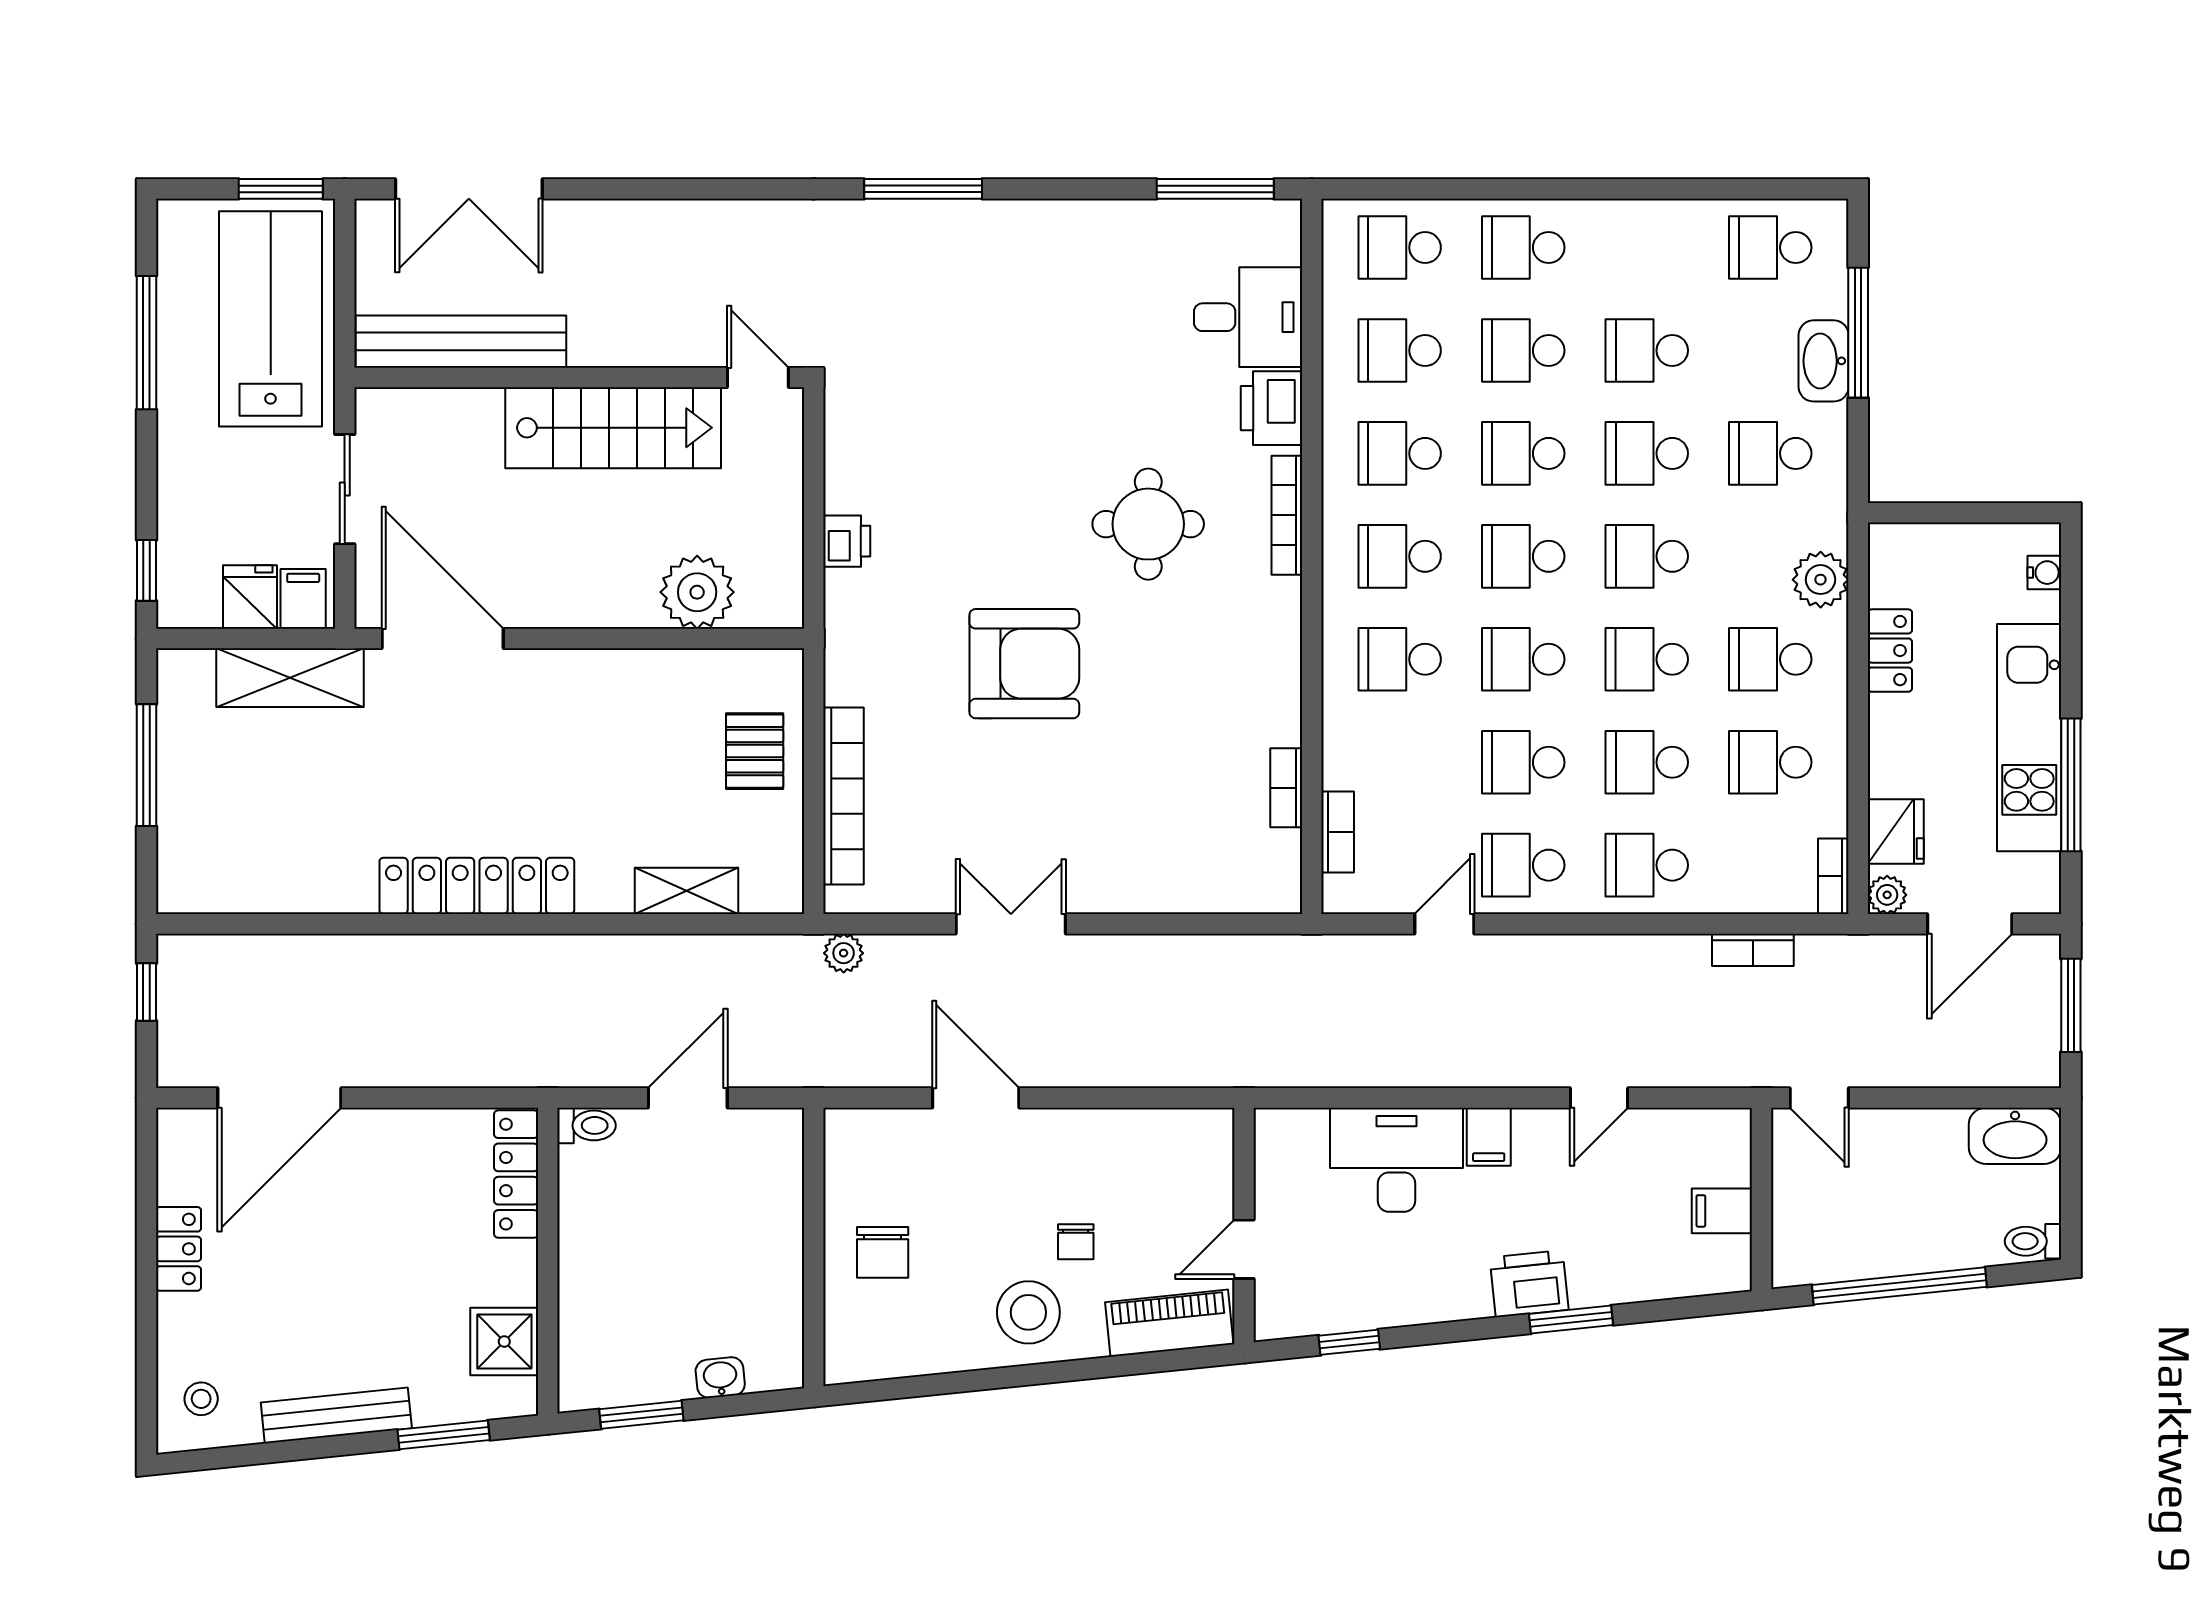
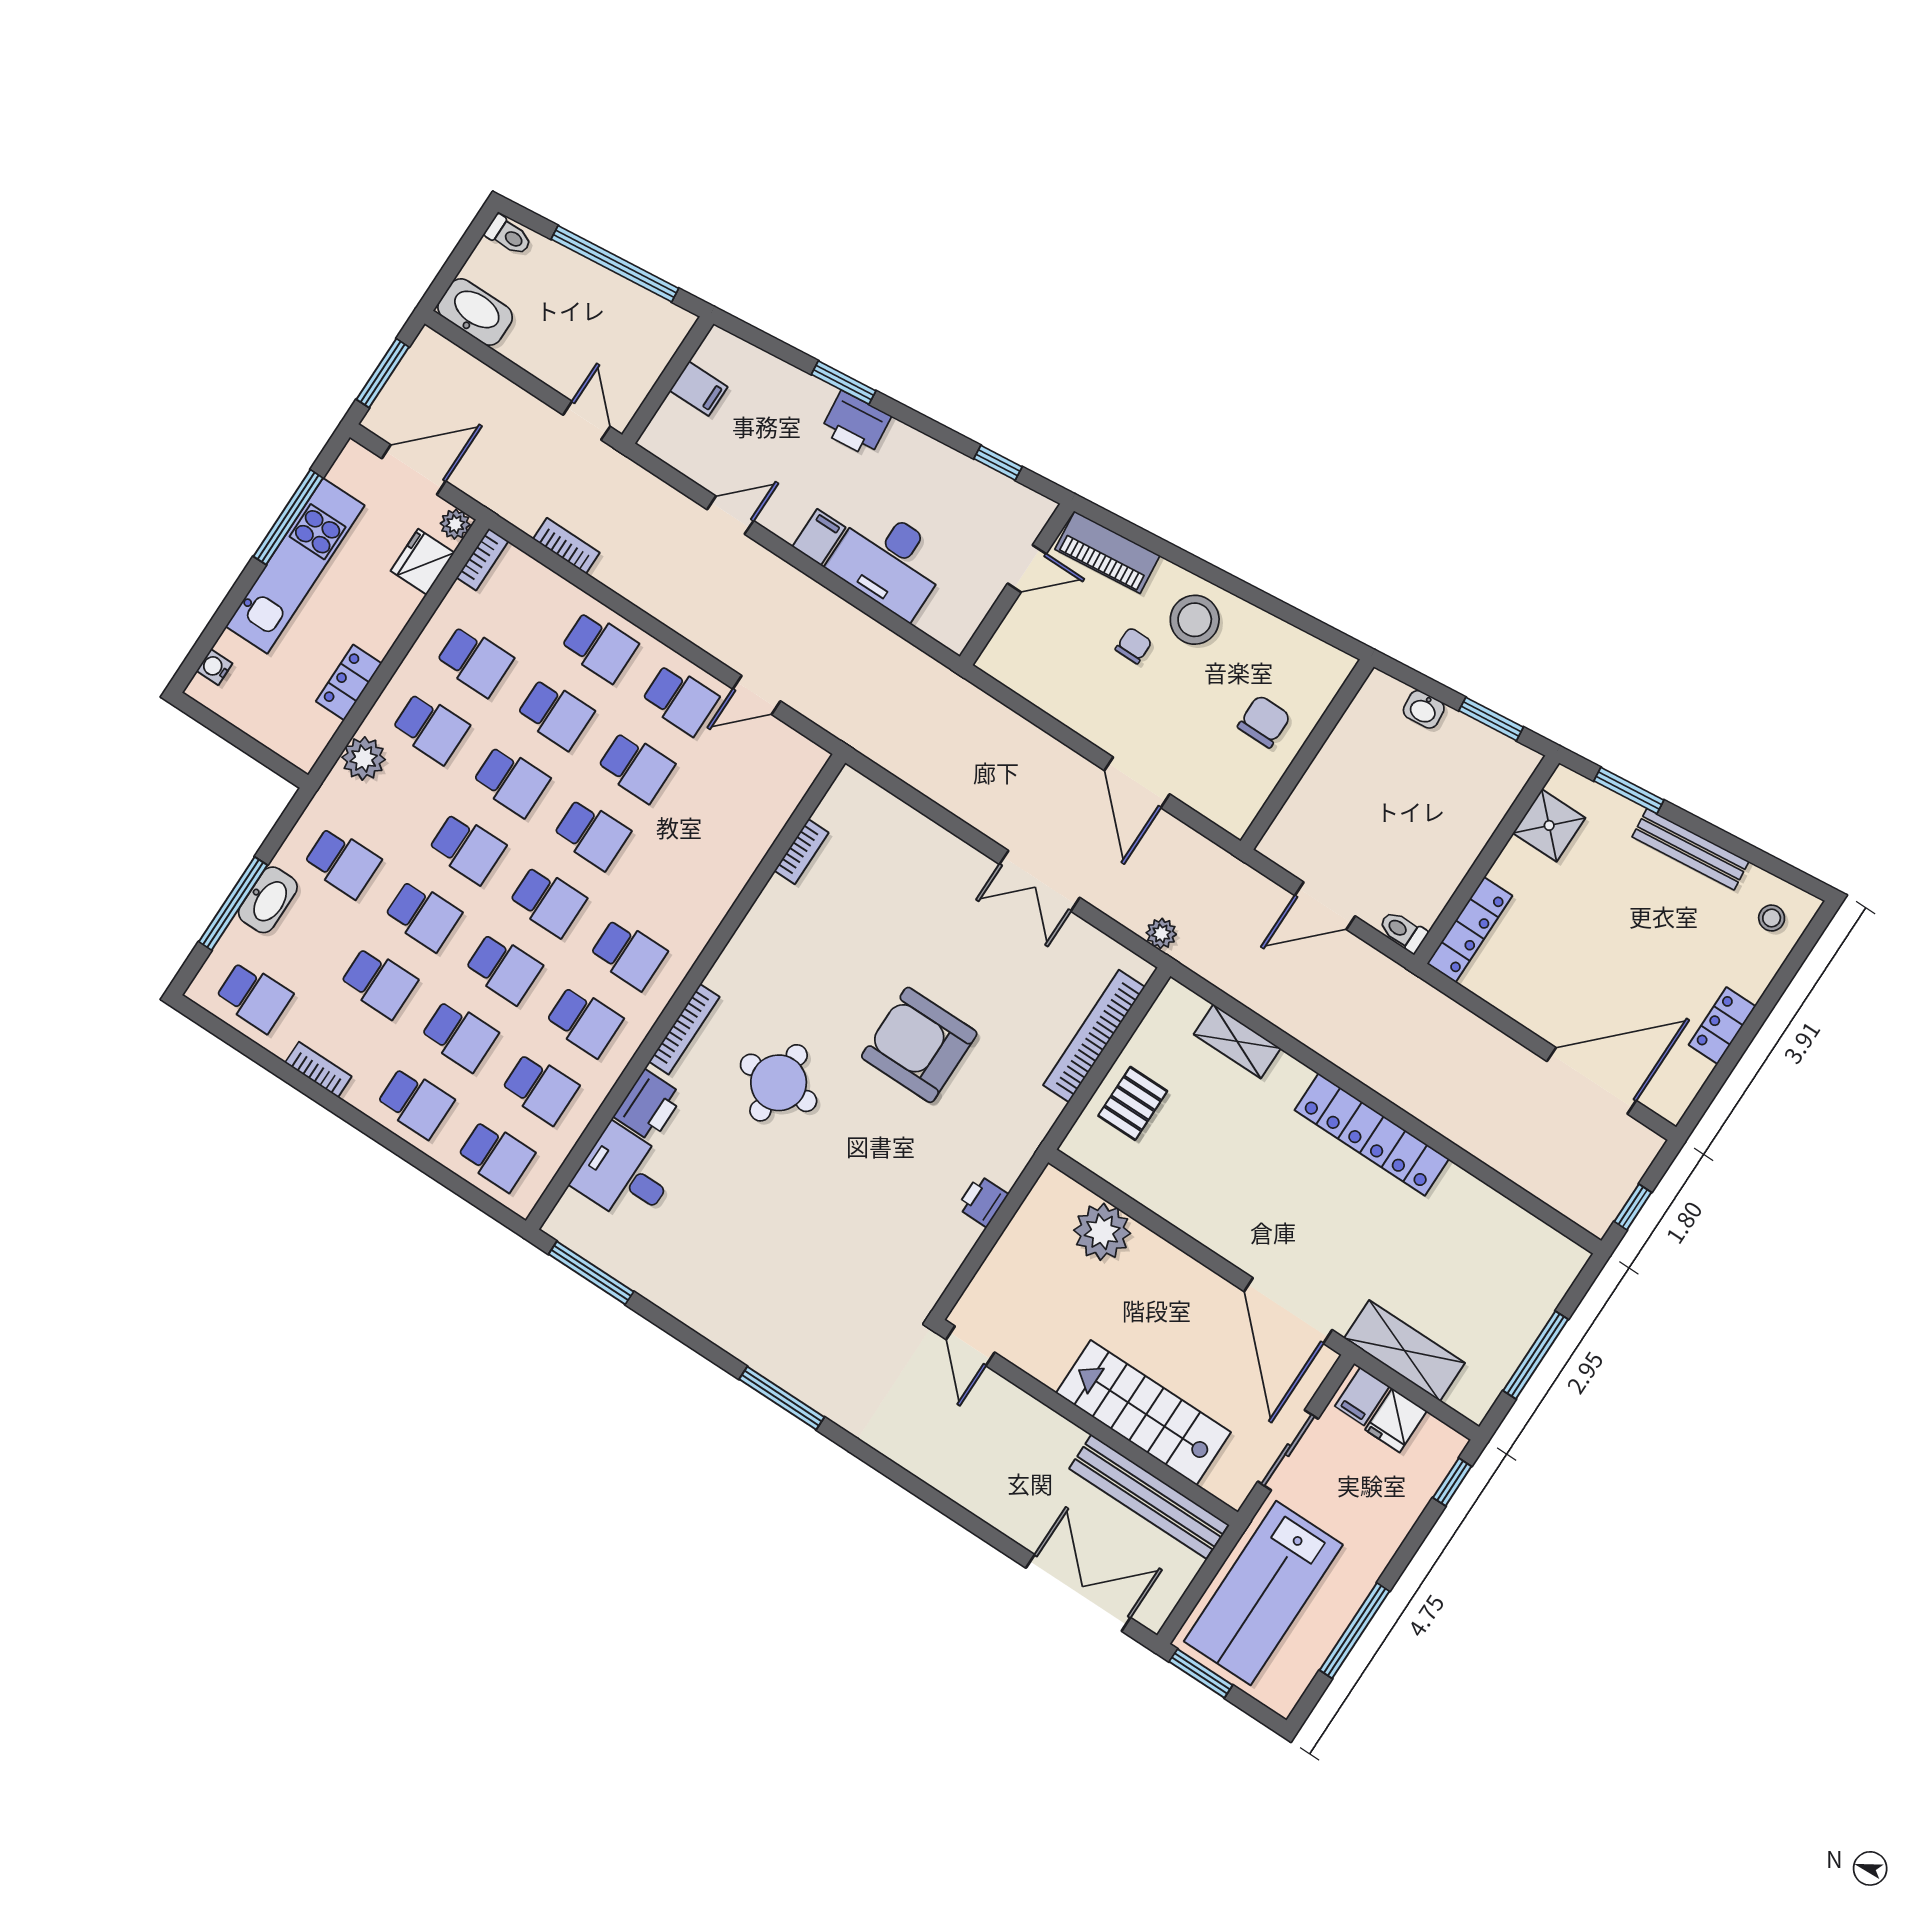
stairs: (613, 428) -> (1143, 1413), moved
school desk: (1400, 659) -> (672, 887), removed
bookcase: (1338, 832) -> (318, 1070), moved, turned 90

